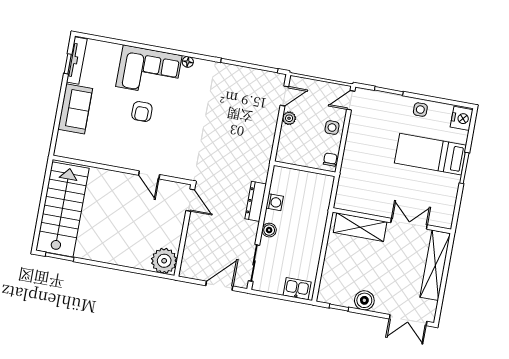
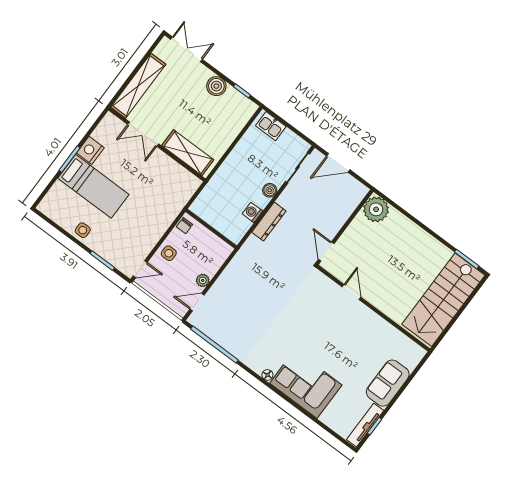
armchair: (142, 112) -> (330, 351), removed
nightstand: (462, 118) -> (90, 150), moved

